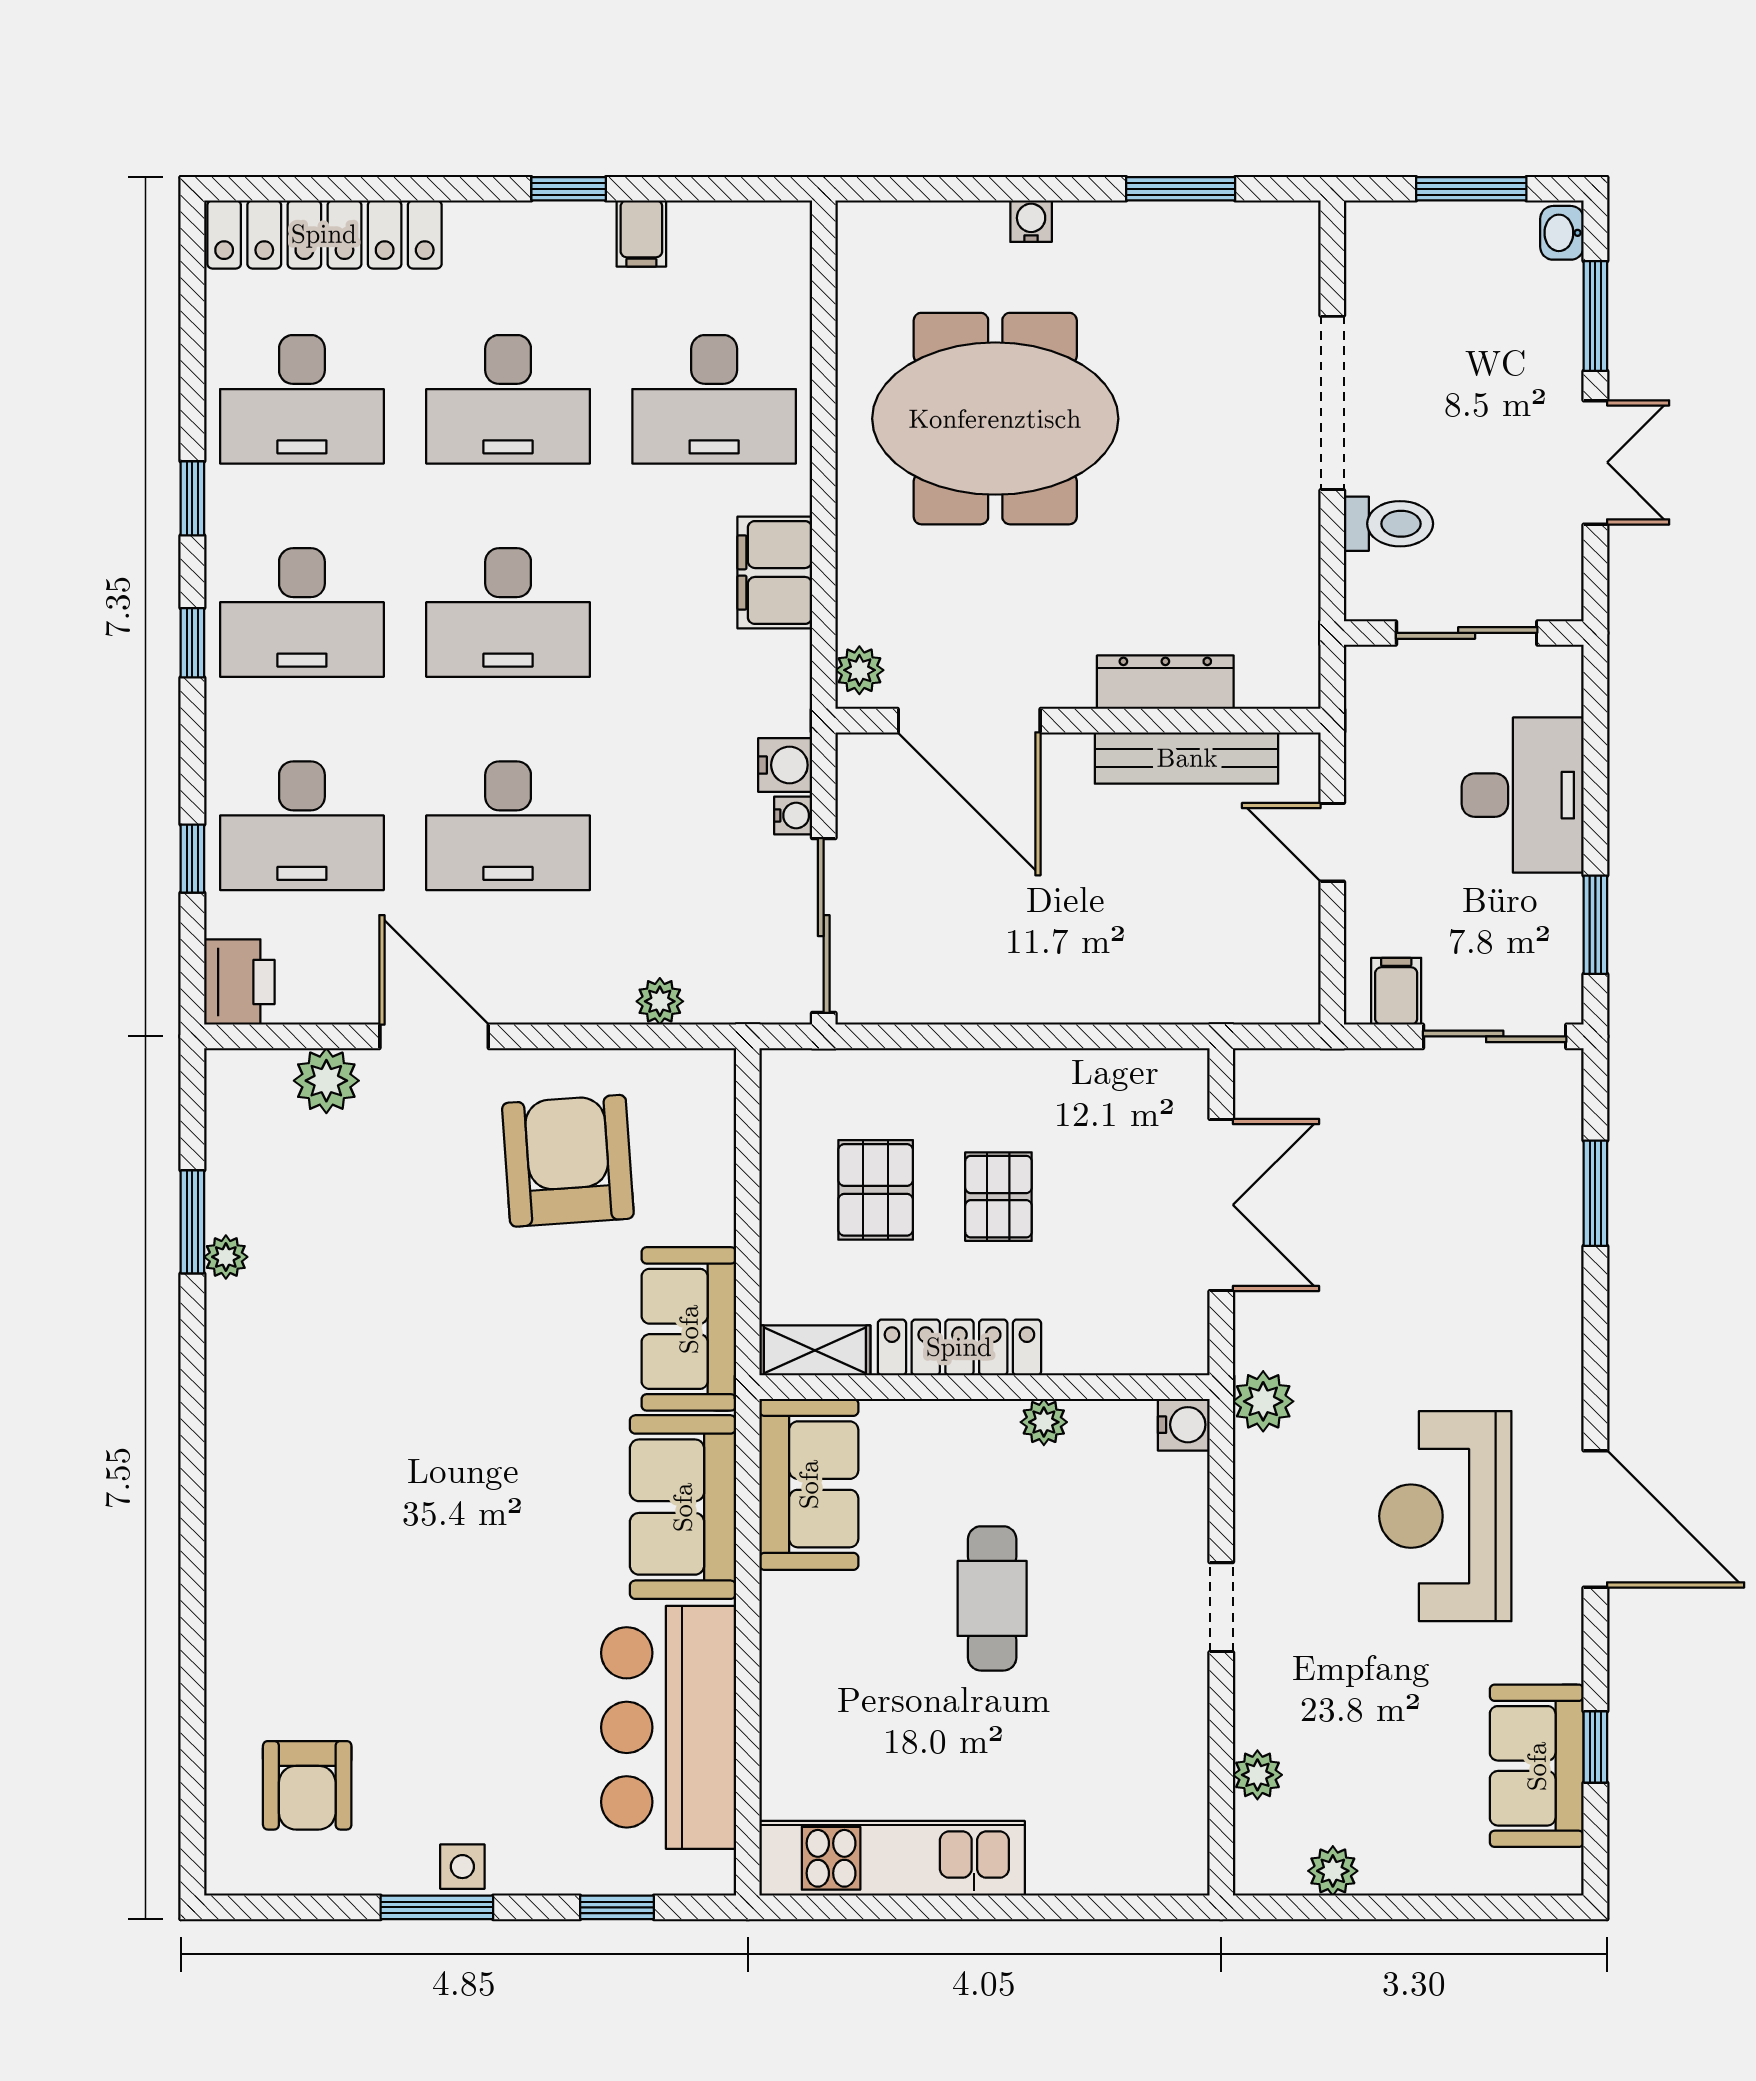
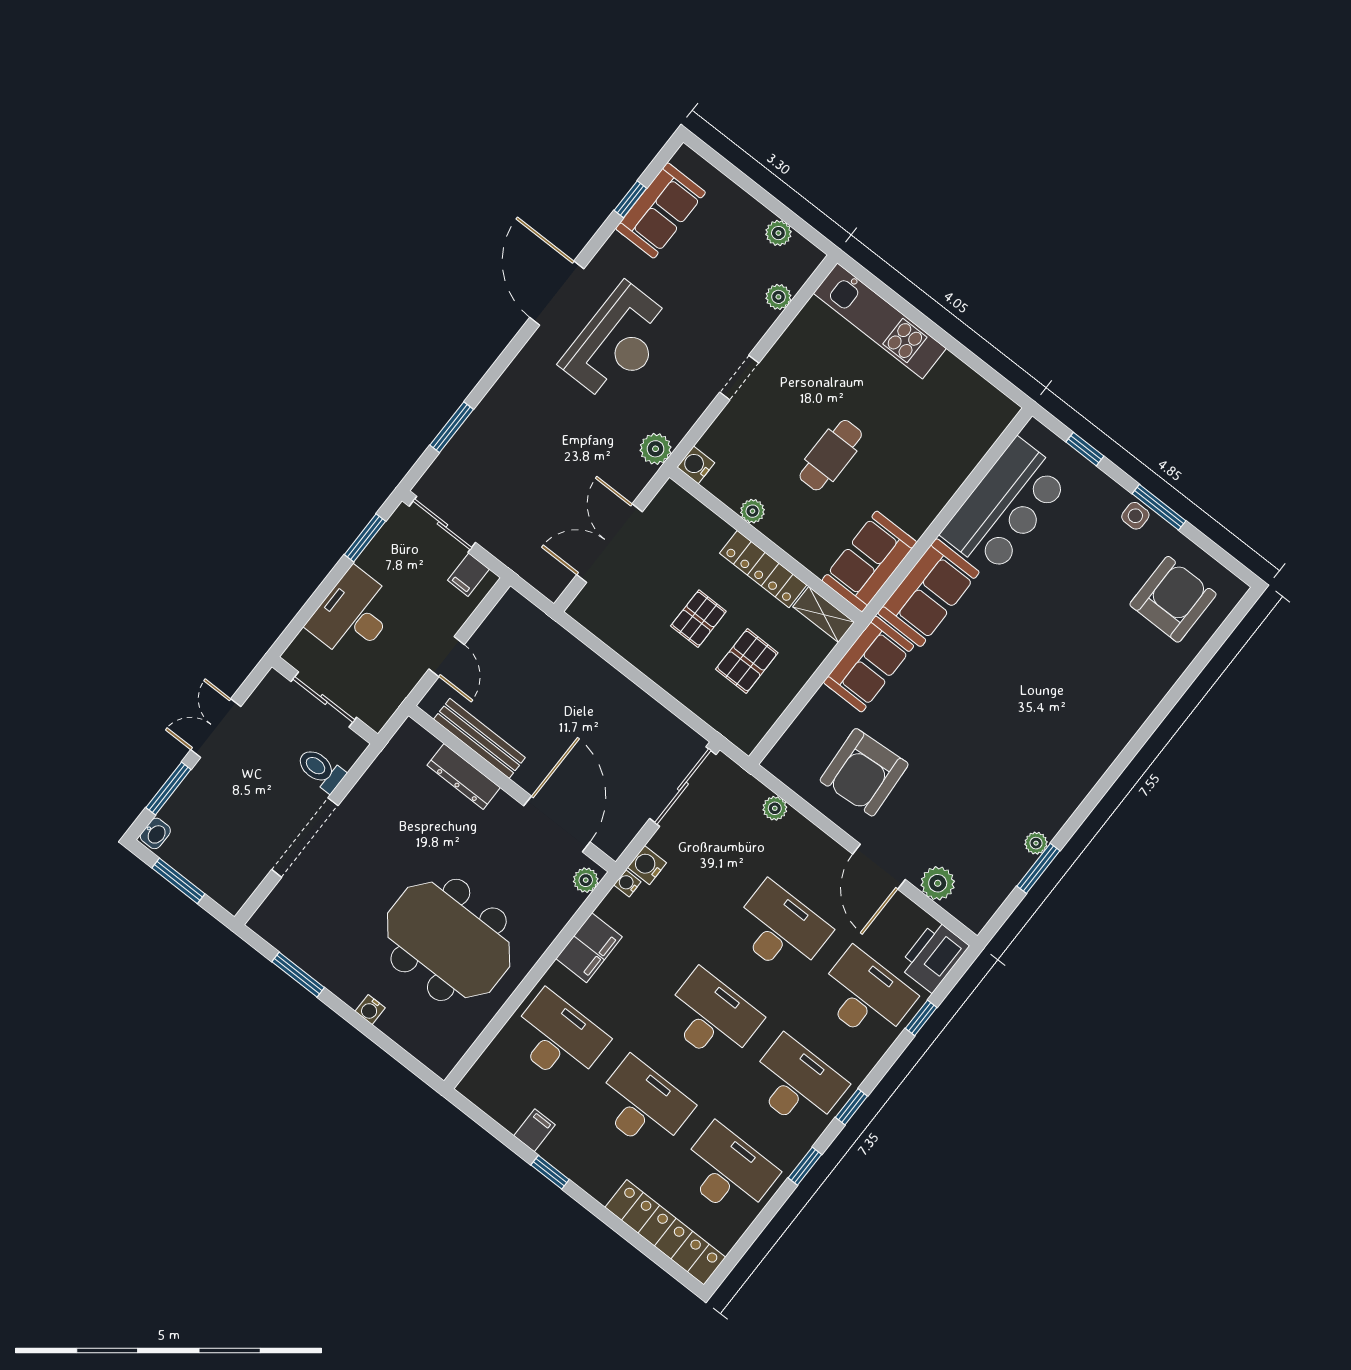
water cooler: (793, 816) -> (627, 883), moved
printer: (239, 982) -> (934, 956), width x1.37, depth x1.19
armchair: (307, 1785) -> (1173, 599), width x1.36, depth x1.36
kitchen unit: (892, 1858) -> (880, 321), moved

